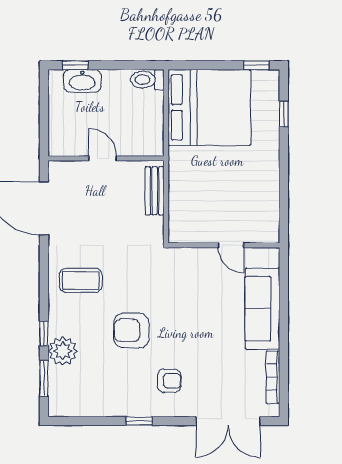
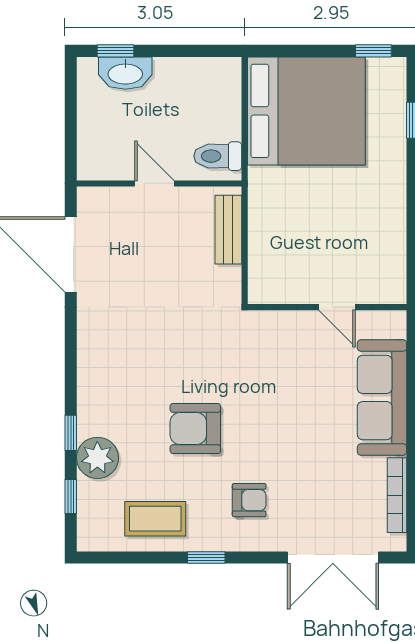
toilet: (147, 80) -> (218, 156), moved
coffee table: (81, 280) -> (155, 519), moved
window: (44, 378) -> (71, 497), width x0.67

